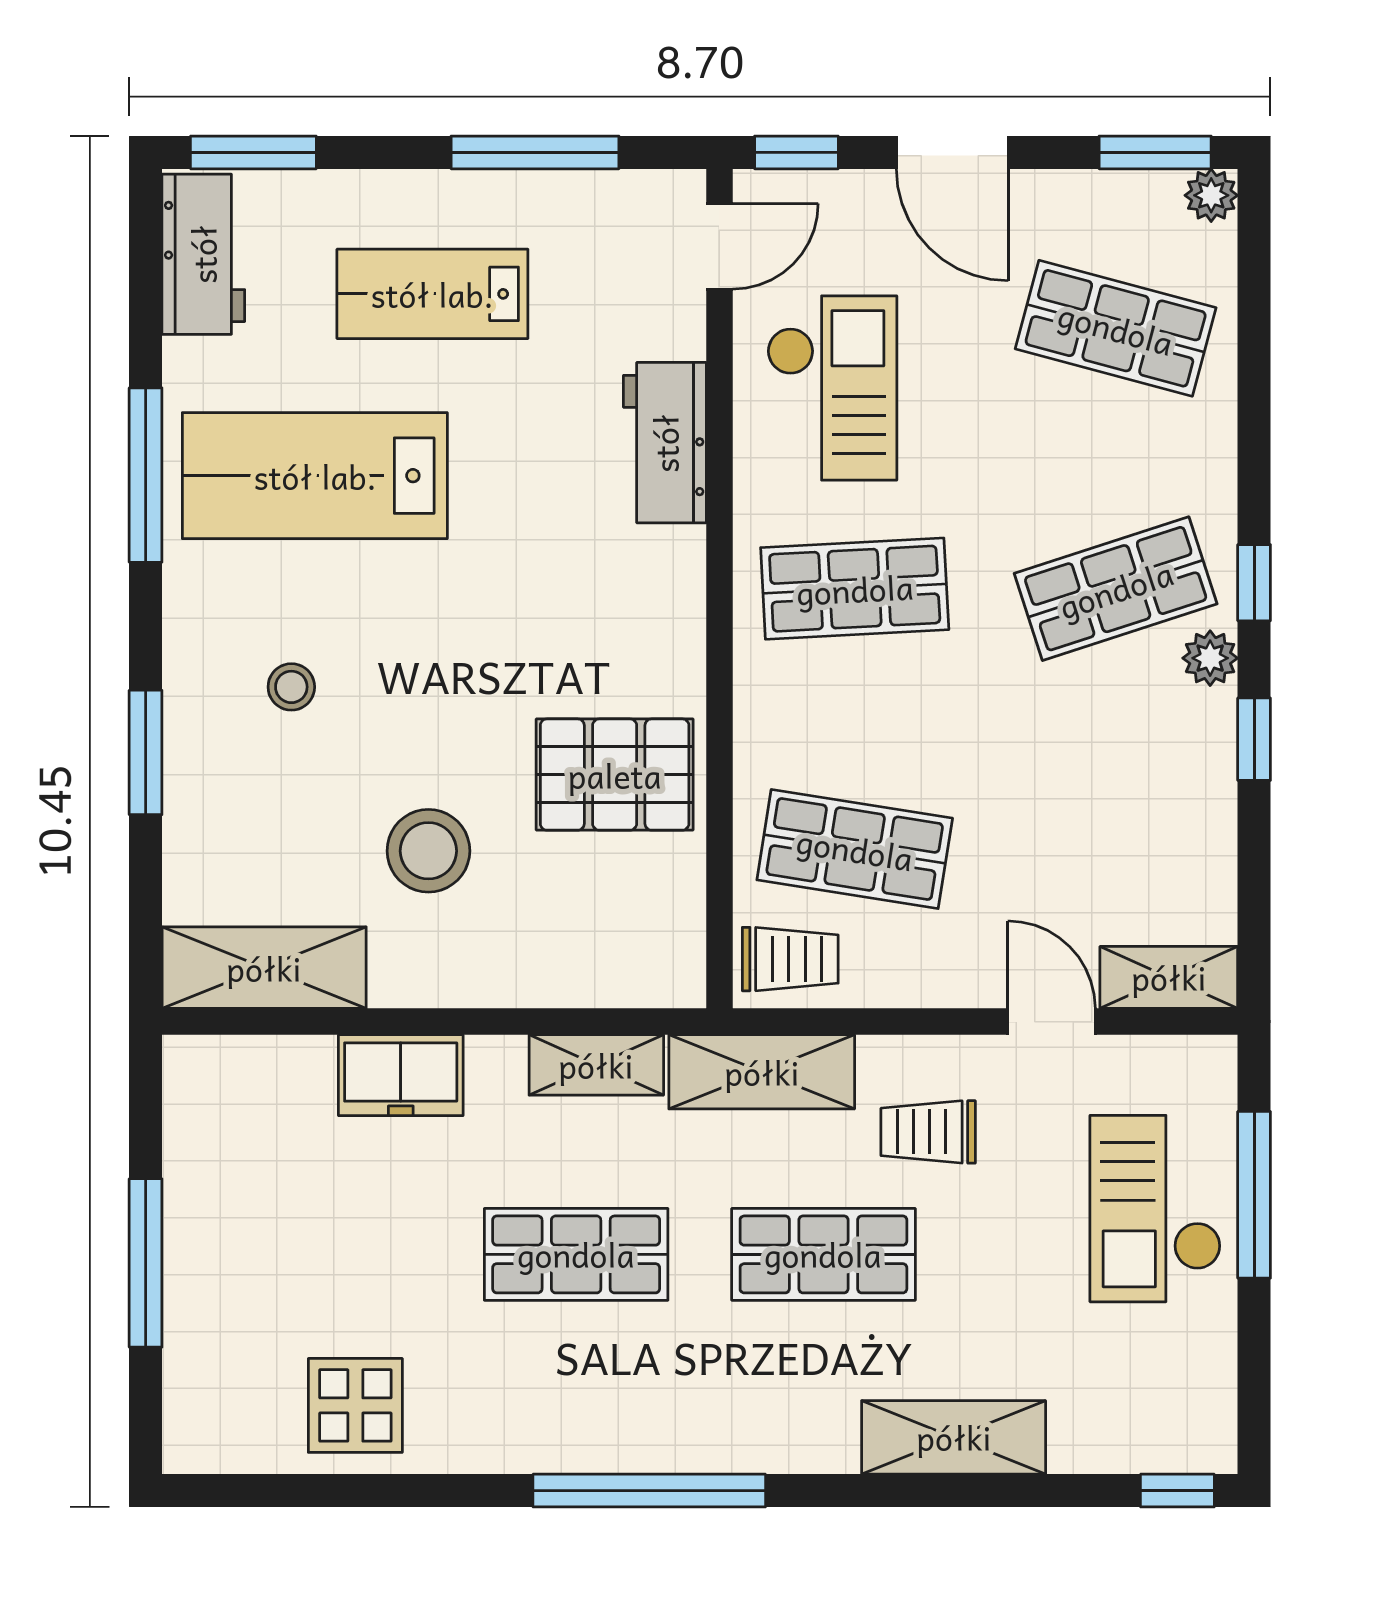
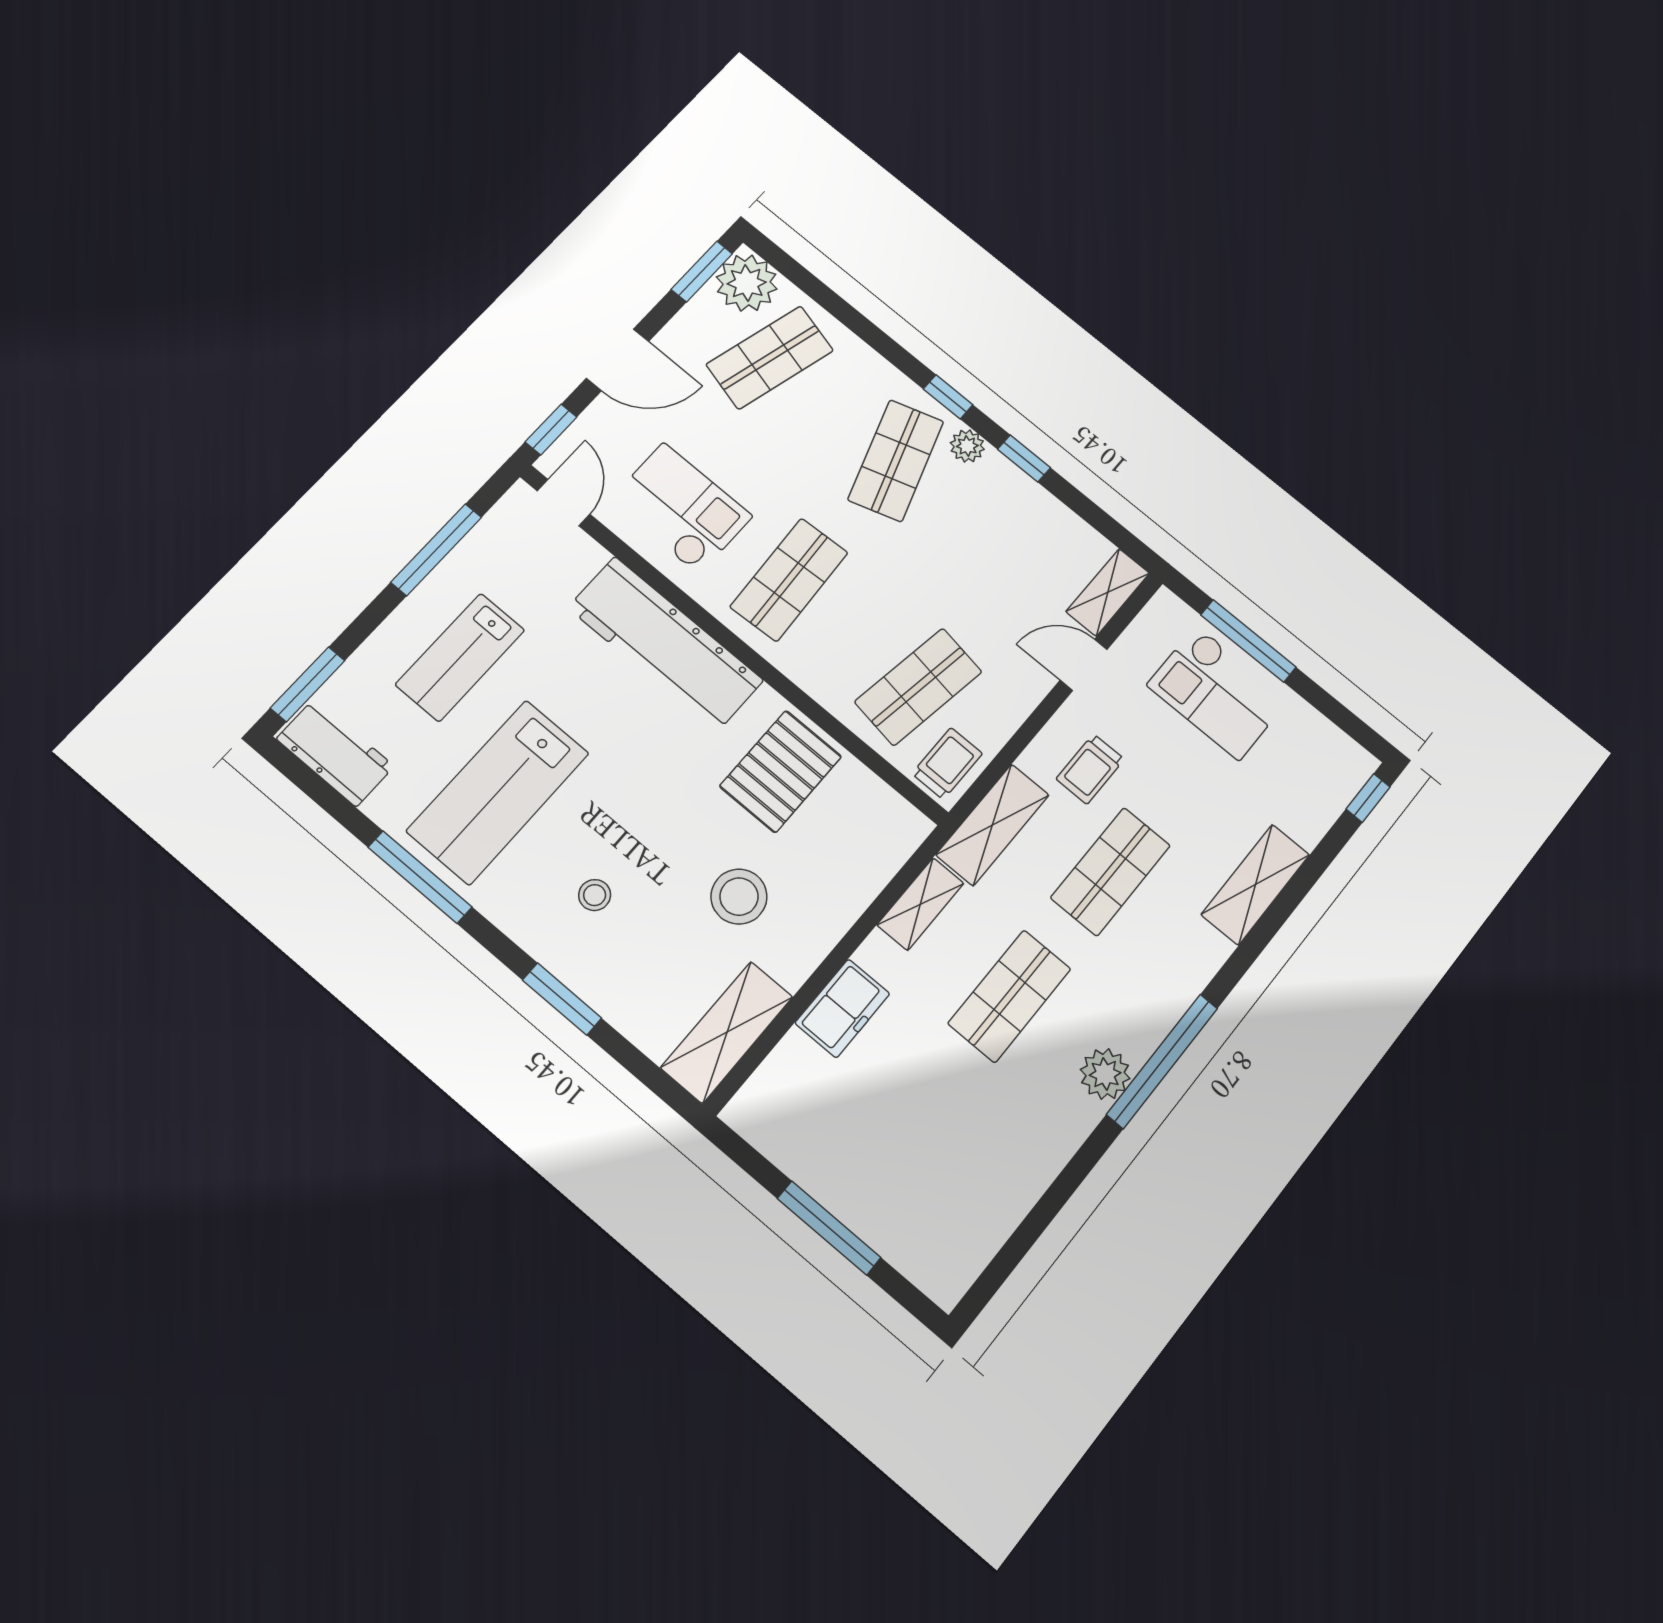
plant: (1211, 195) -> (747, 283), width x1.87, depth x1.87
workbench: (665, 443) -> (665, 644), width x1.88, depth x1.32
display table: (355, 1405) -> (996, 1179), removed
plant: (579, 1436) -> (1105, 1074), added

